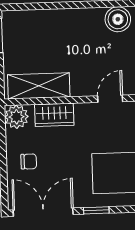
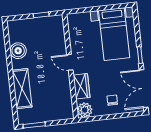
shelving: (39, 86) -> (22, 89), moved
door: (110, 99) -> (70, 62), moved

